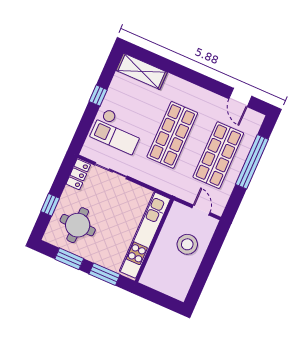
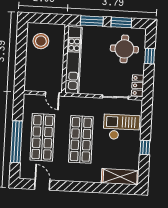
door: (201, 210) -> (52, 94), moved
stool: (187, 244) -> (41, 41), moved

